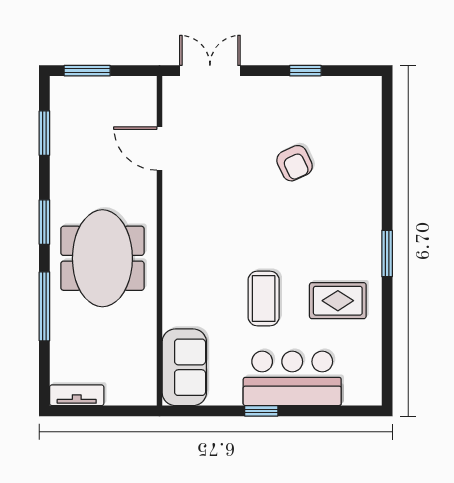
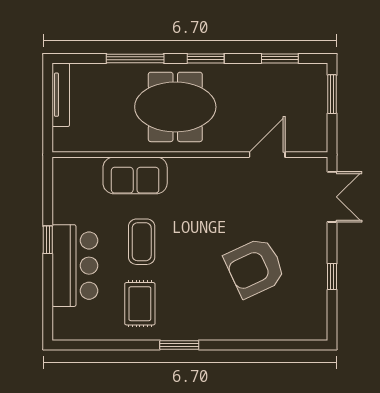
armchair: (295, 163) -> (255, 268), width x1.88, depth x1.88
coffee table: (264, 299) -> (142, 242), turned 90
sofa: (184, 367) -> (135, 175), moved
tv unit: (77, 395) -> (61, 95), width x1.41

